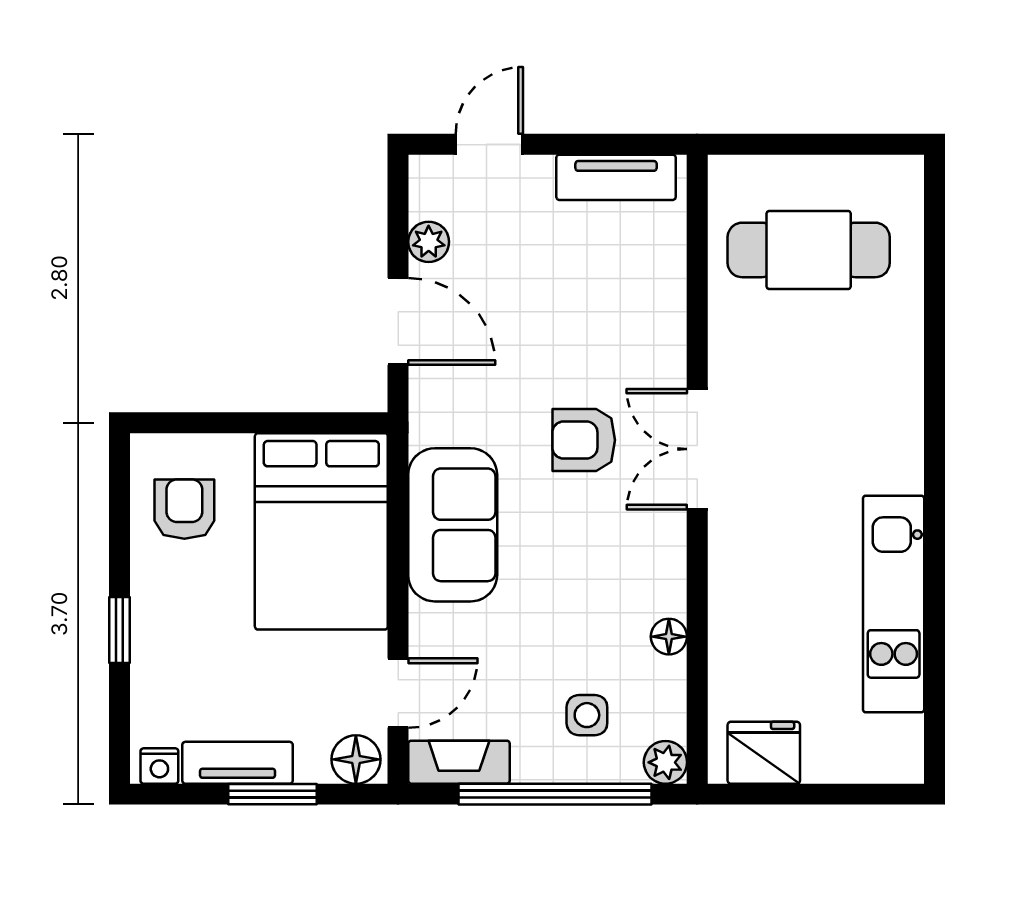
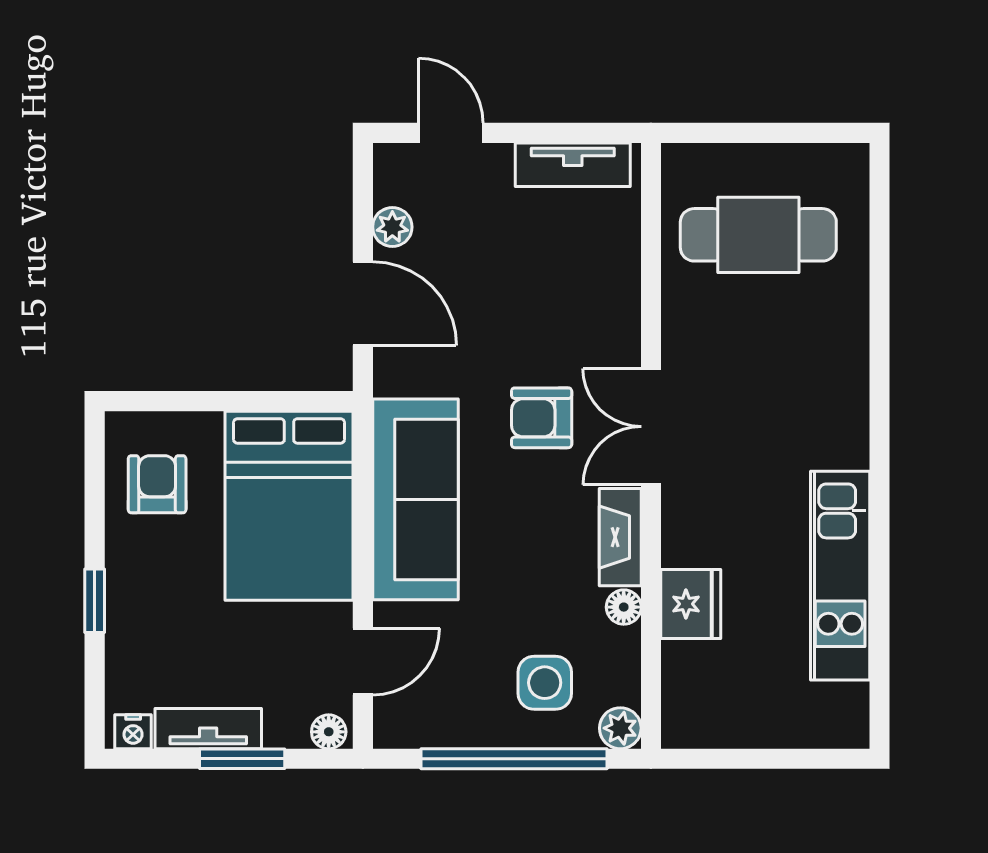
door: (489, 144) -> (451, 133), hinge flipped
sofa: (453, 525) -> (415, 499), width x1.36
side table: (587, 715) -> (545, 683), width x1.37, depth x1.37
fridge: (764, 753) -> (691, 604), moved, turned 90
floor lamp: (356, 759) -> (329, 732), width x0.73, depth x0.73
fireplace: (459, 762) -> (620, 537), moved, turned -90

